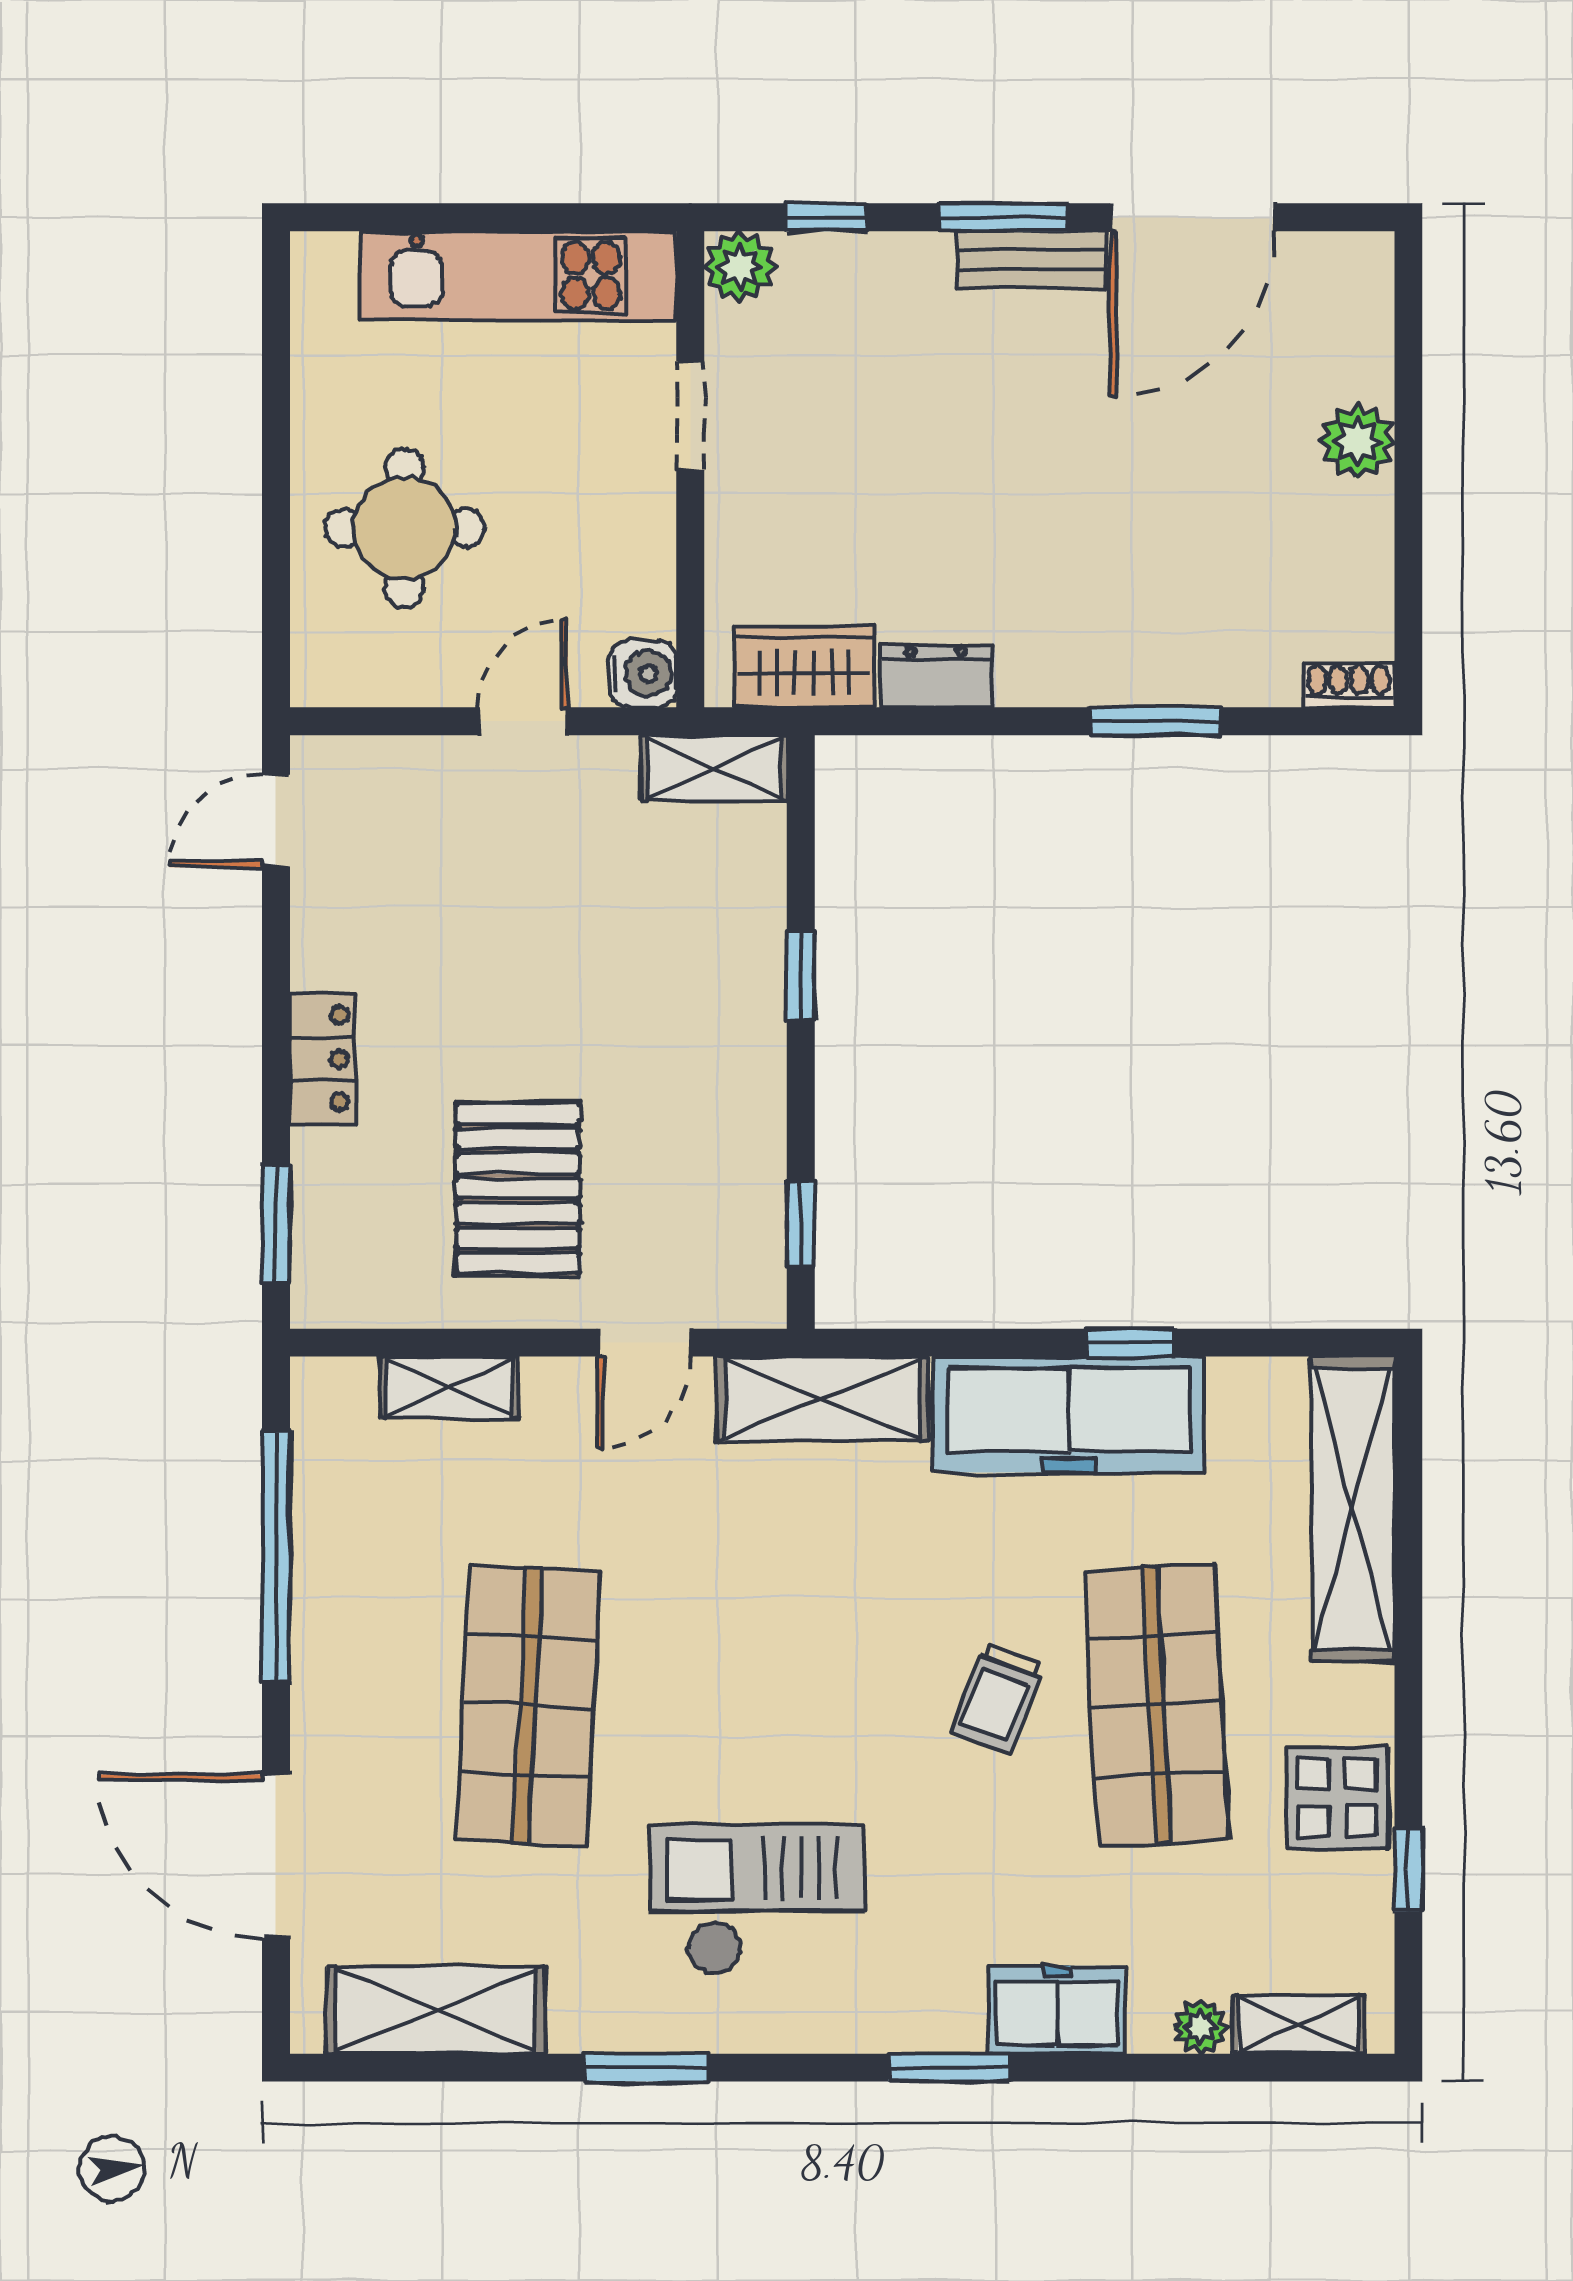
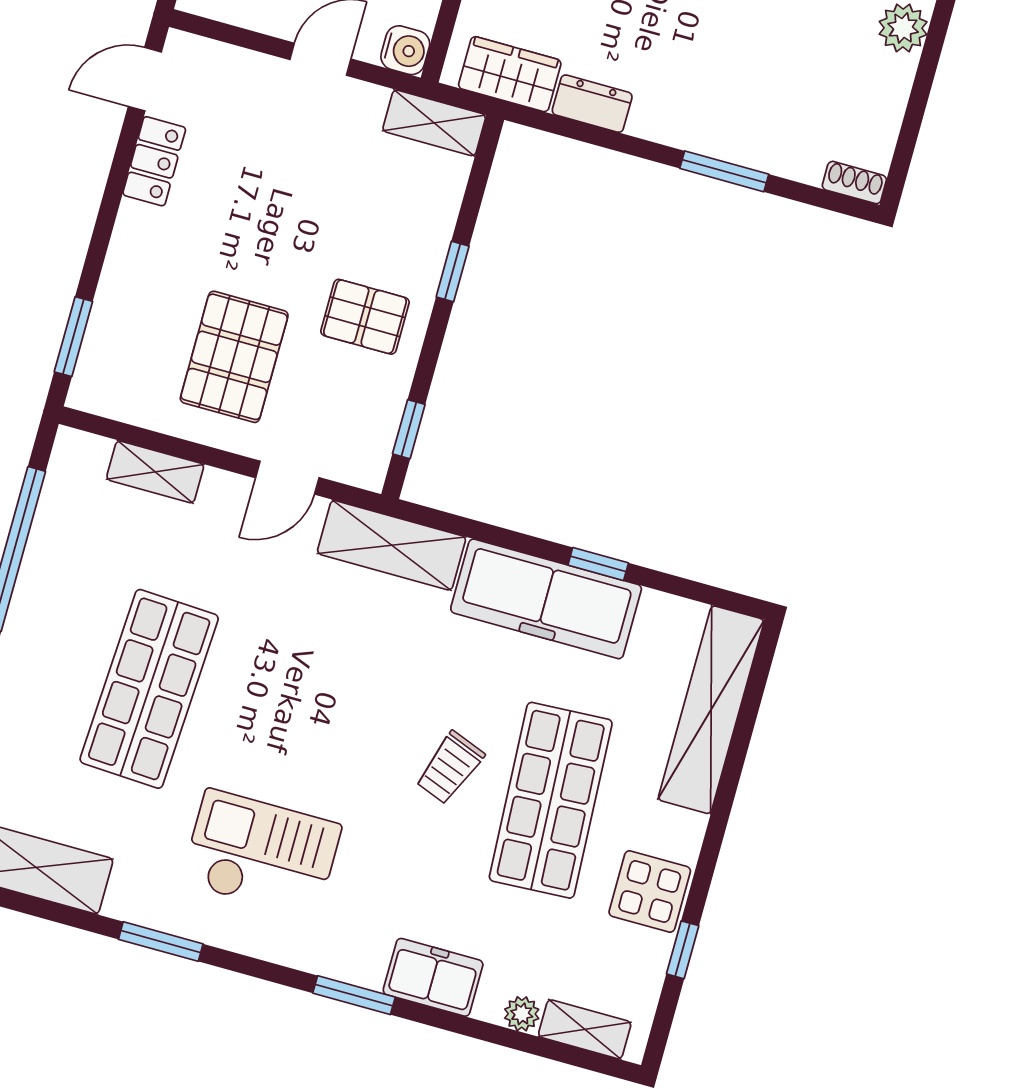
locker: (323, 1059) -> (154, 161), moved
pallet: (692, 1077) -> (365, 317), added

